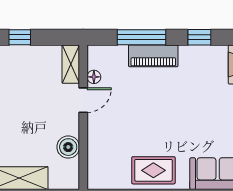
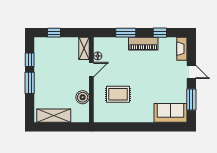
window: (142, 37) -> (126, 33), width x0.69
piano: (153, 56) -> (143, 44), moved
rug: (153, 170) -> (118, 94), moved

